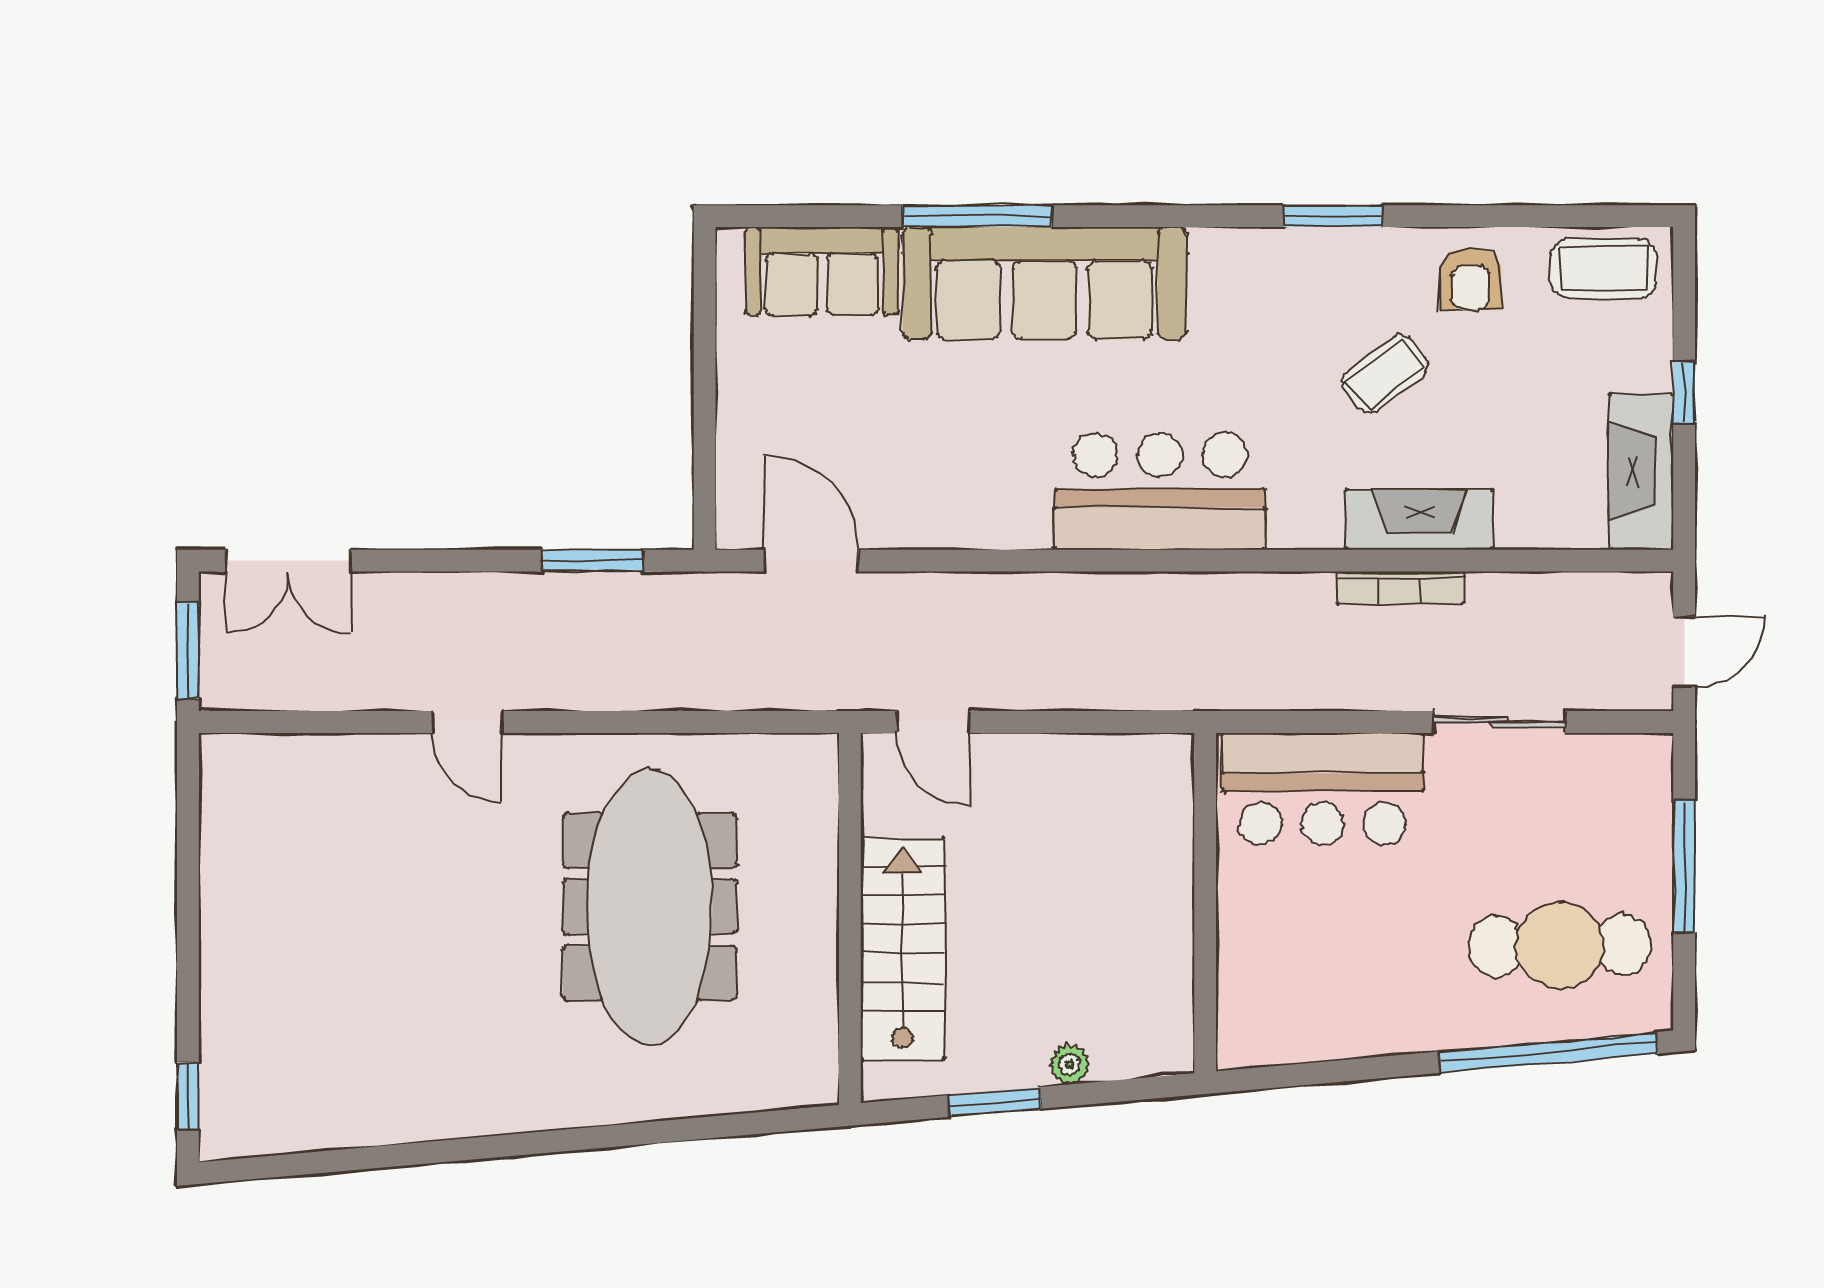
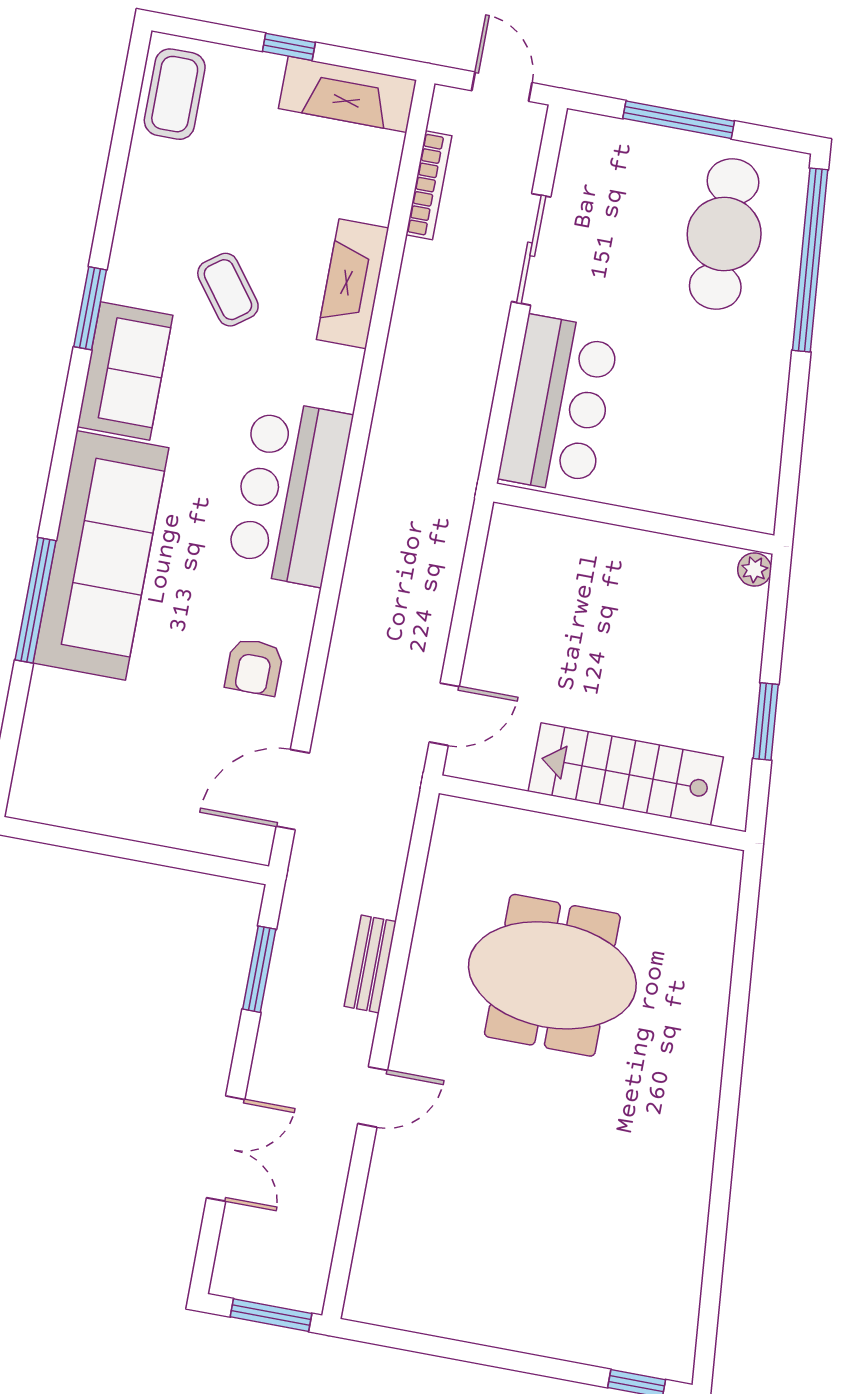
sofa: (822, 271) -> (125, 371), moved
armchair: (1470, 279) -> (254, 667), moved, turned 90
double door: (288, 561) -> (226, 1149), moved
bookcase: (1400, 588) -> (429, 185), moved
bench: (623, 690) -> (370, 964), added
meeting table: (650, 907) -> (552, 975), width x0.73
plant: (1069, 1064) -> (754, 569), moved

